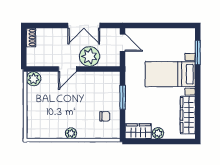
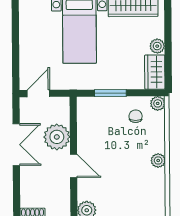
plant: (114, 133) -> (158, 103), added

